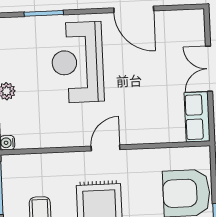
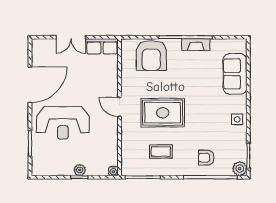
door: (134, 9) -> (30, 85), width x1.36

